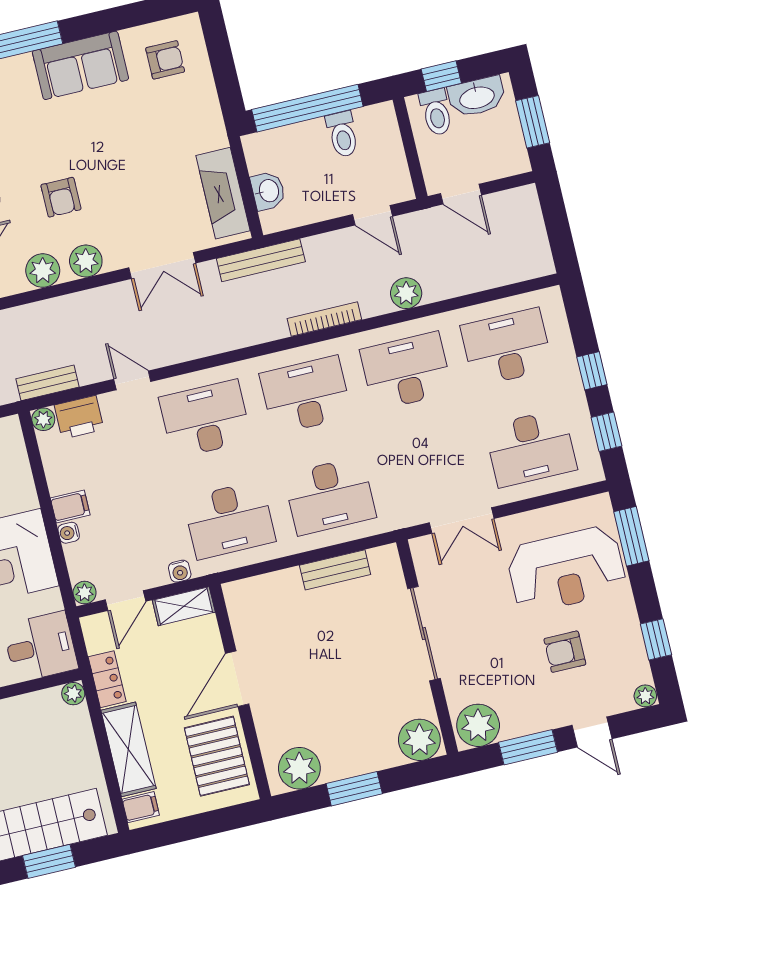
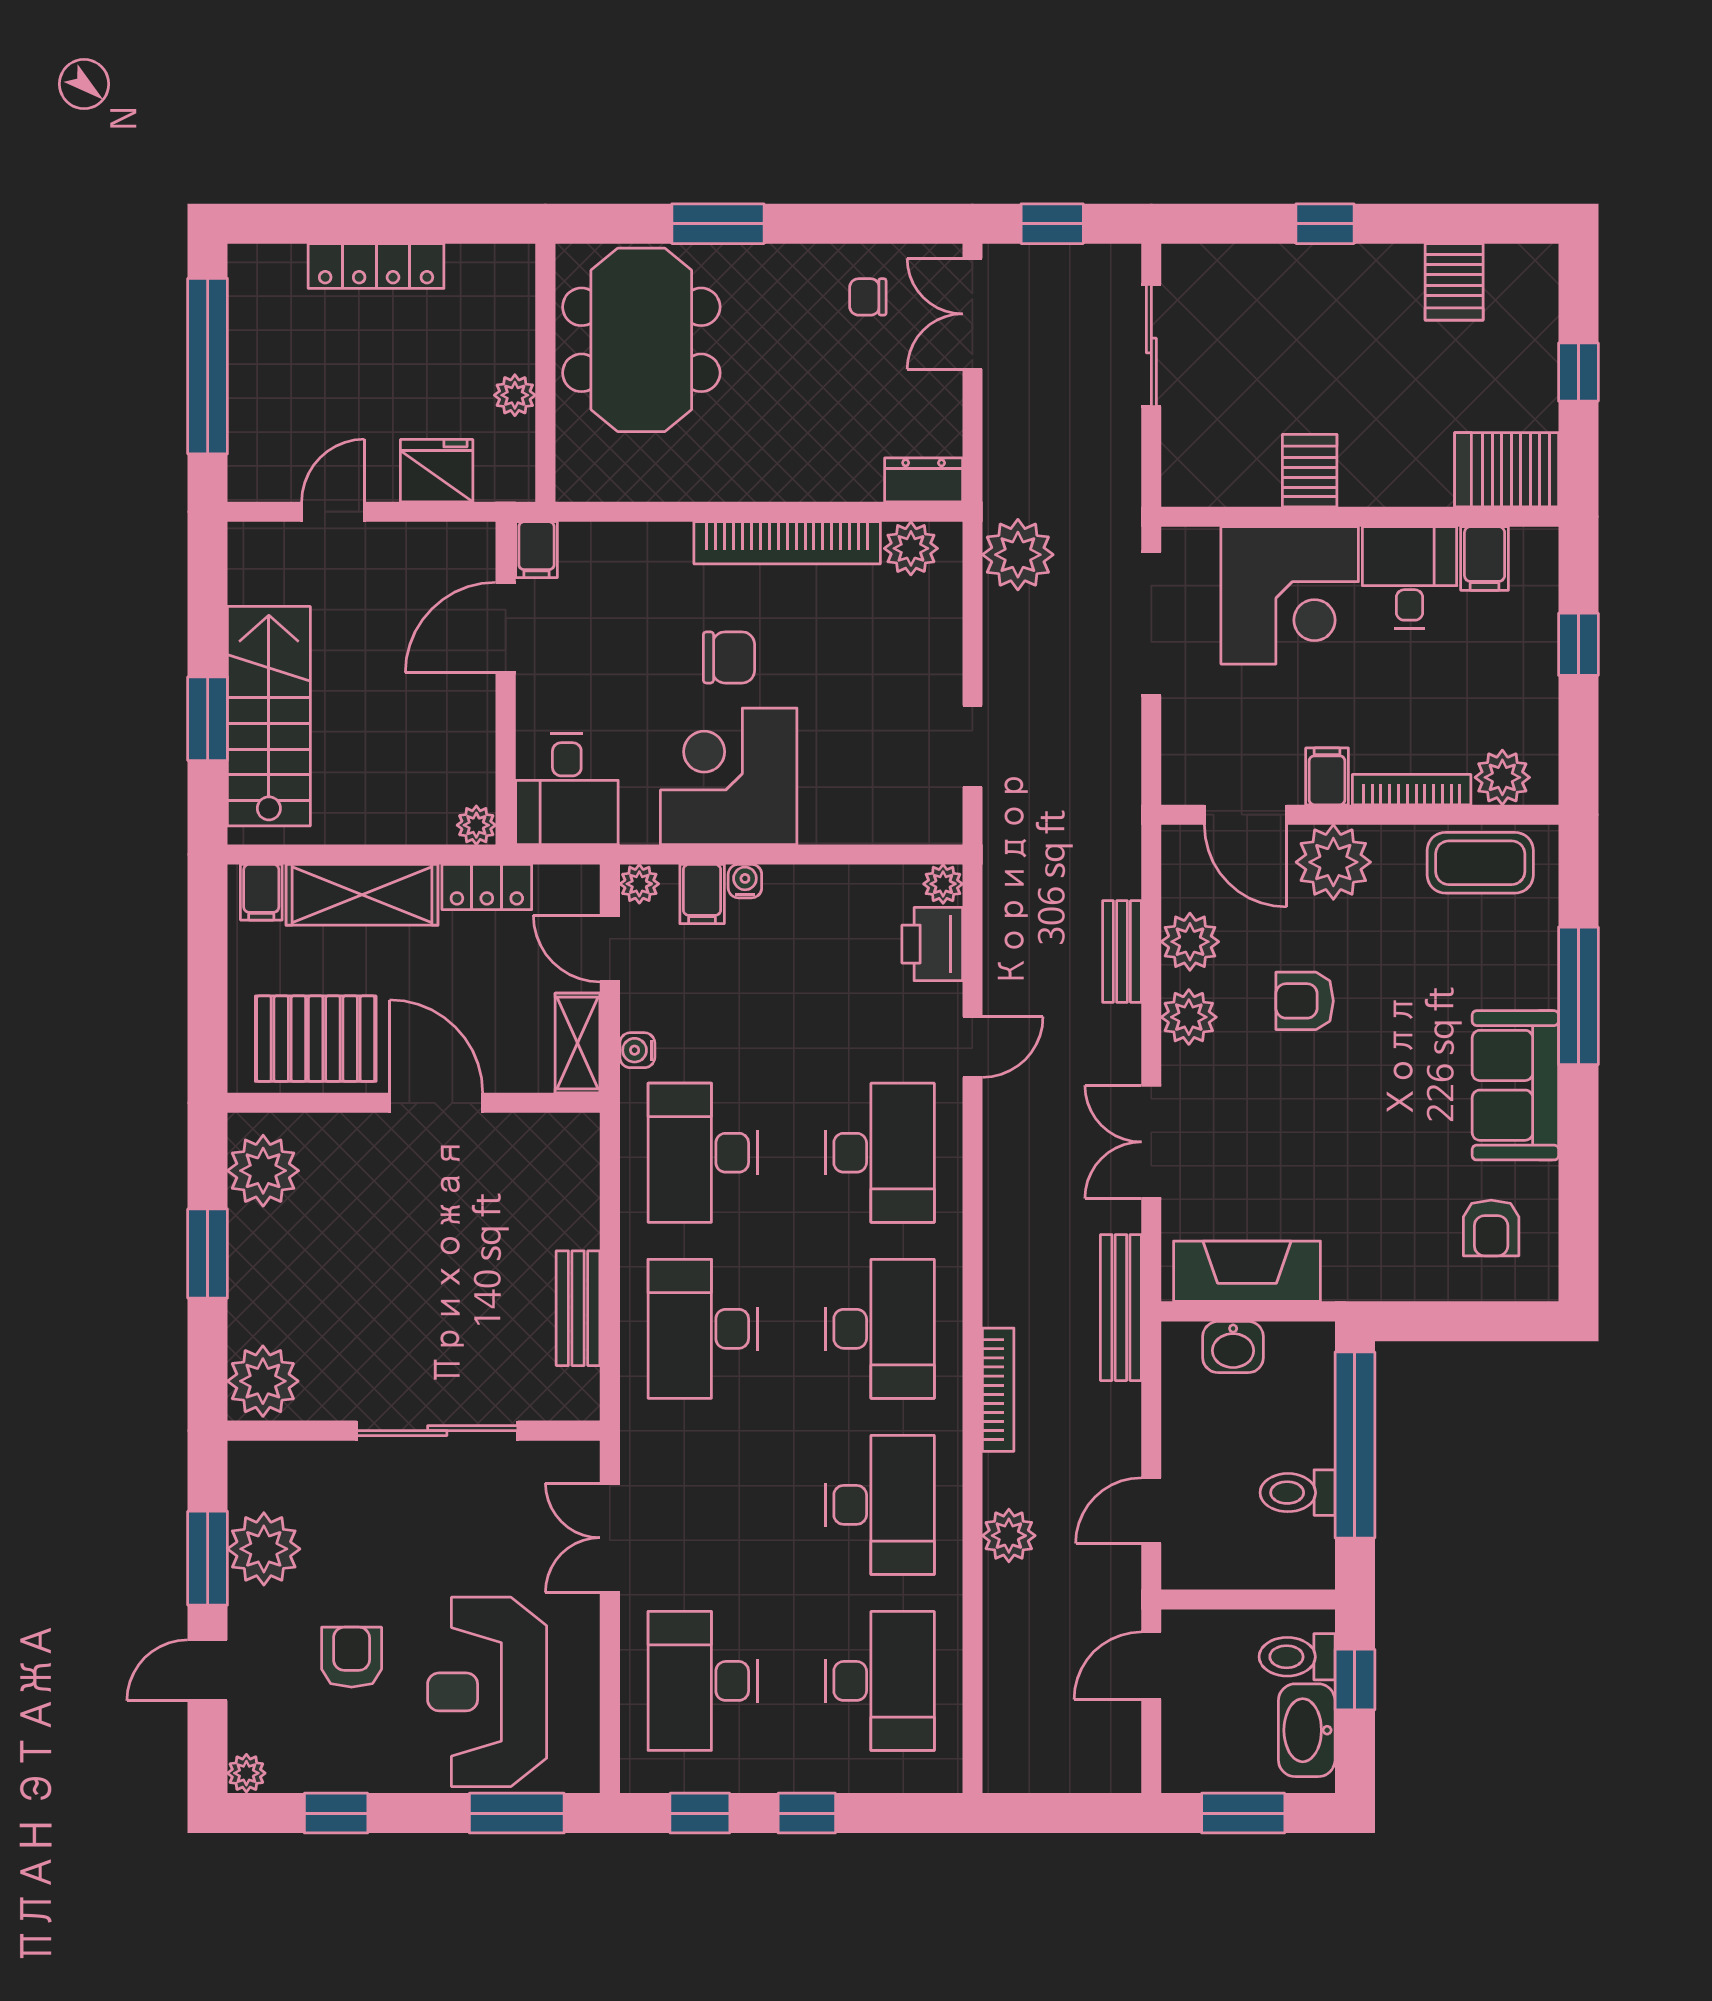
bench: (48, 383) -> (1122, 951), moved
filing cabinet: (70, 506) -> (702, 894), moved
plant: (478, 725) -> (264, 1549), moved

